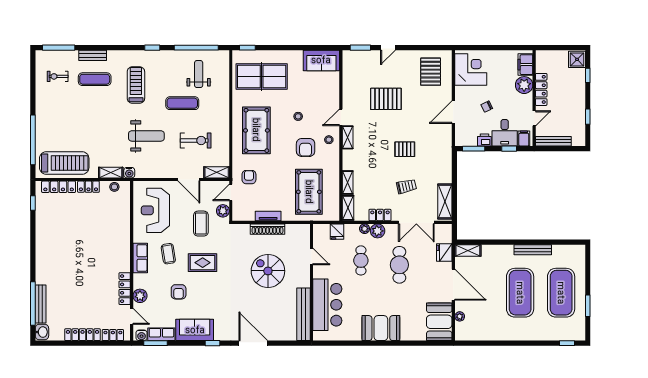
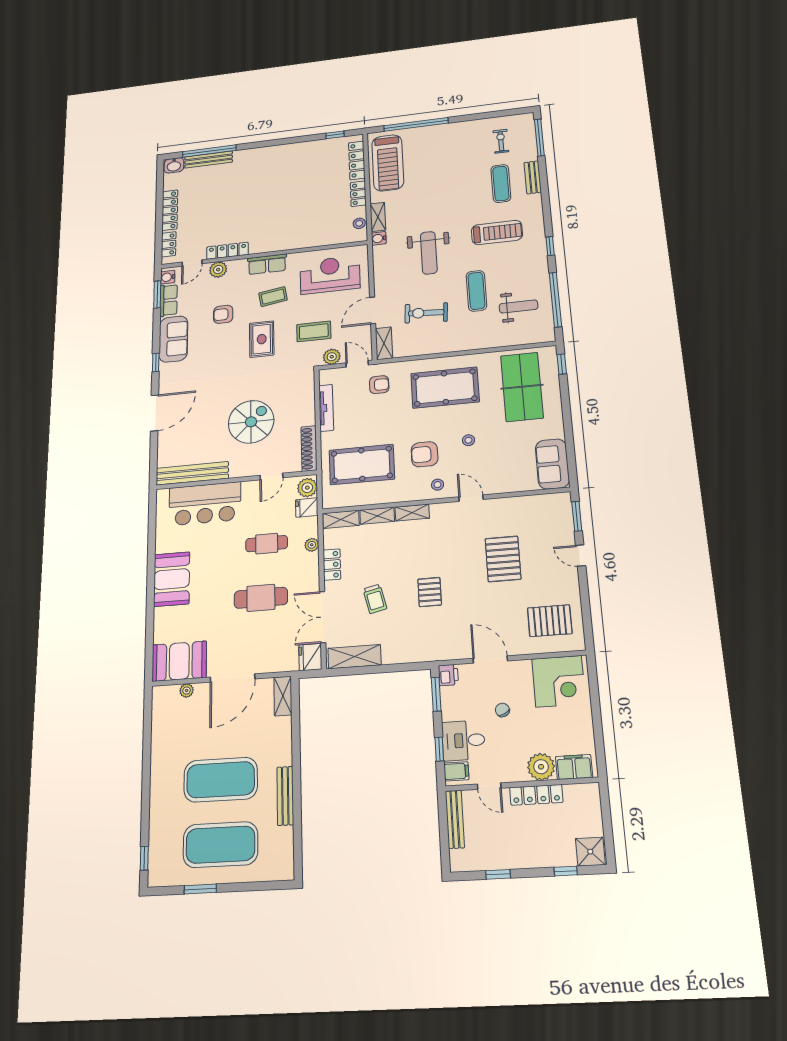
shelving: (348, 137) -> (412, 513), moved
printer: (484, 140) -> (448, 675), moved
exercise bike: (196, 141) -> (426, 313), turned 94
tv unit: (268, 216) -> (326, 408), width x1.41
shoe rack: (268, 229) -> (309, 448), moved
plant: (378, 231) -> (307, 488), moved
fridge: (444, 252) -> (310, 657), moved, turned -90

